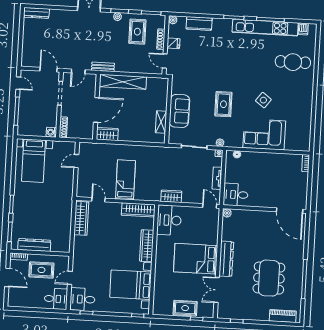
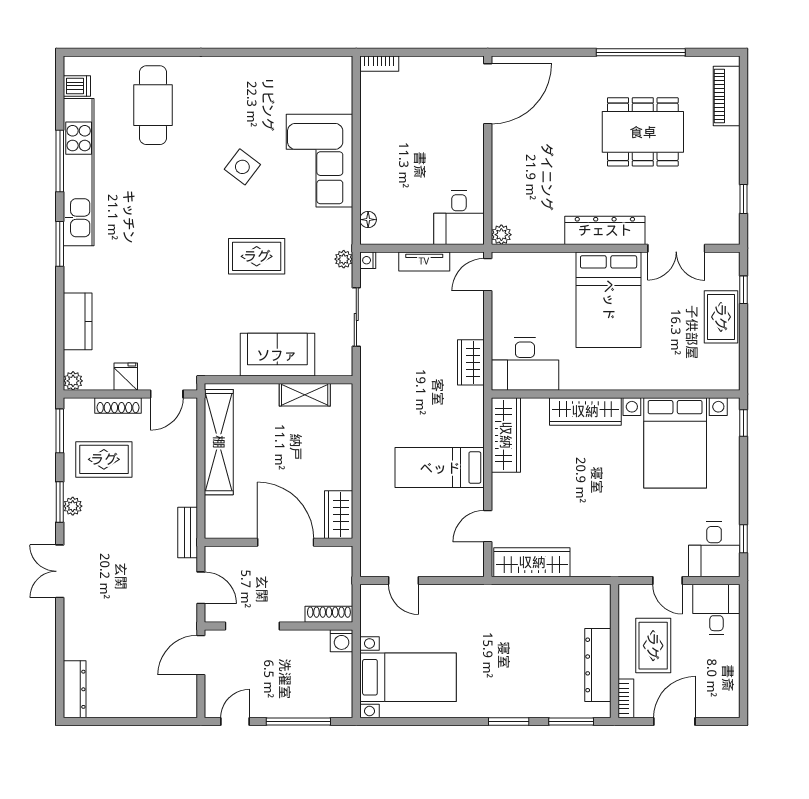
shelving: (123, 82) -> (219, 442), moved

